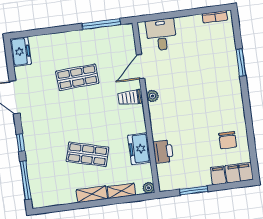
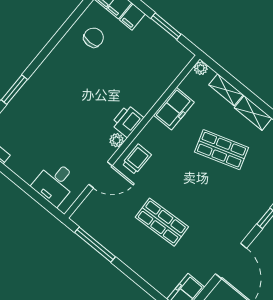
trolley: (130, 98) -> (137, 159), turned -90
printer: (163, 152) -> (127, 121), moved
shop shelf: (87, 154) -> (221, 150), turned -33

